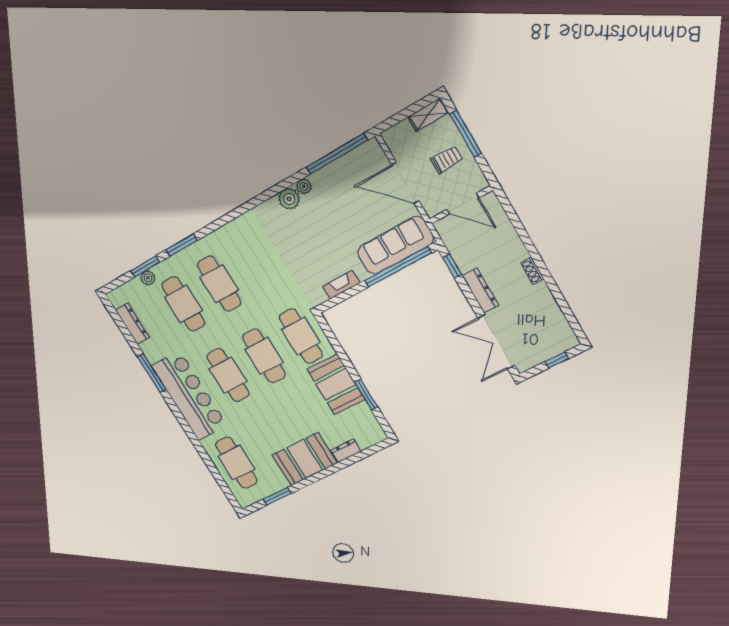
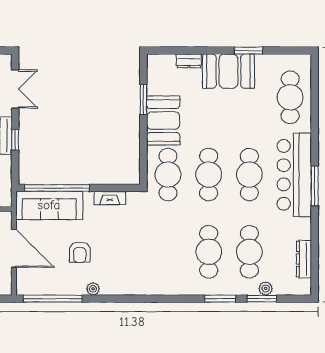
plant: (289, 199) -> (110, 286), removed
armchair: (338, 216) -> (80, 252), added
window: (452, 266) -> (15, 140), moved
double door: (496, 342) -> (15, 89), width x0.73
window: (152, 373) -> (315, 186), moved
window: (277, 496) -> (249, 50), moved

